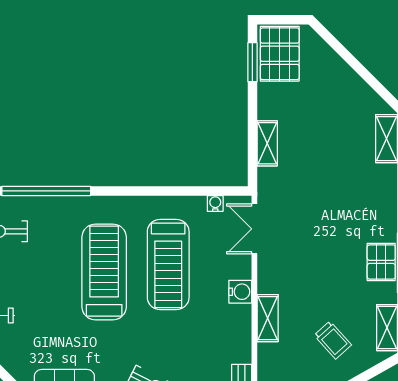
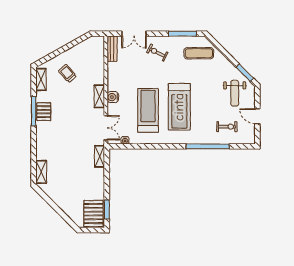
shelving: (267, 143) -> (100, 156), moved
shelving: (268, 318) -> (99, 96), moved

